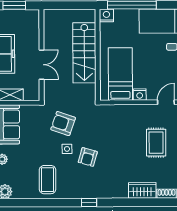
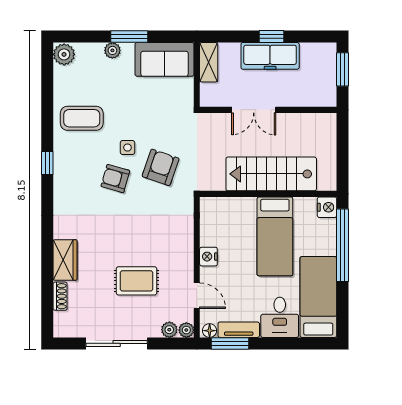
bed: (120, 74) -> (275, 236), moved, turned 90
armchair: (63, 124) -> (161, 167), moved
window: (89, 202) -> (47, 163), moved

